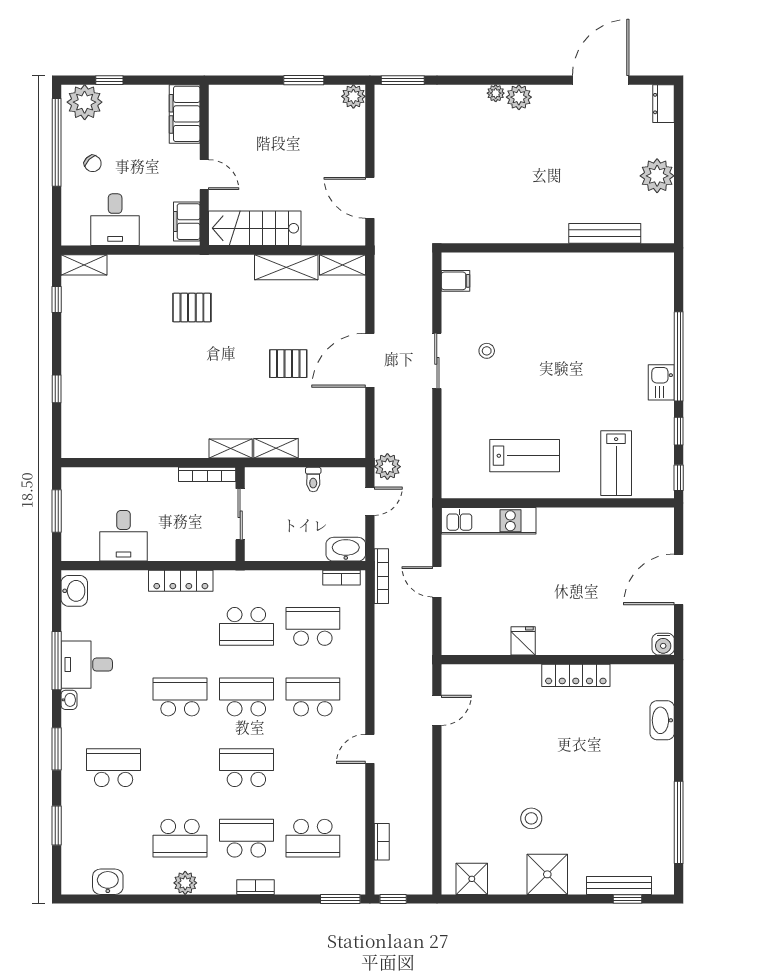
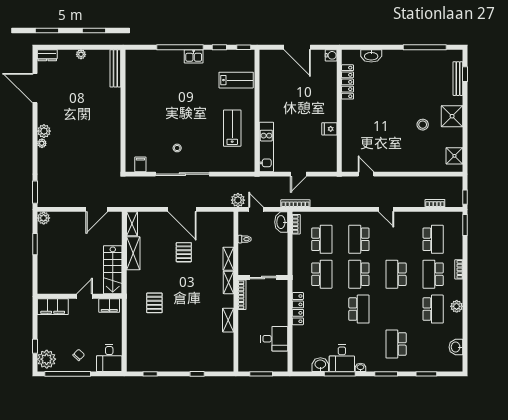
plant: (657, 176) -> (81, 54), width x0.53, depth x0.53
desk: (115, 220) -> (109, 358), moved, turned 90
bench: (605, 233) -> (115, 68), moved
shelving: (84, 265) -> (228, 320), moved
sliding door: (437, 361) -> (182, 174), width x1.86
washbasin: (74, 591) -> (320, 365), moved
school desk: (313, 626) -> (322, 239), turned 180
locker: (576, 675) -> (348, 82), moved
school desk: (180, 697) -> (359, 309), turned 180

